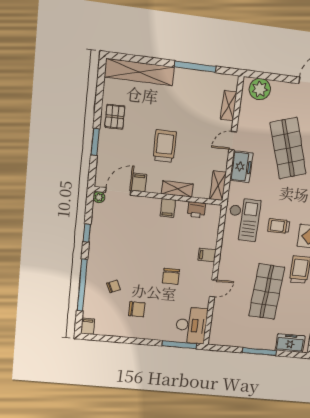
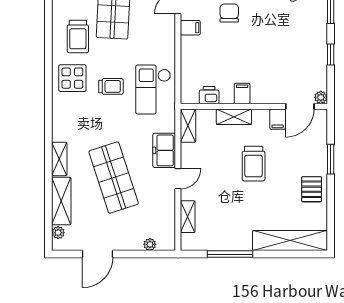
plant: (260, 89) -> (150, 244), width x0.53, depth x0.53
filing cabinet: (207, 255) -> (190, 28), moved

